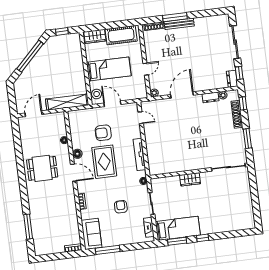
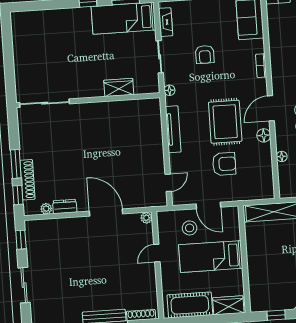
sliding door: (235, 42) -> (24, 285), width x0.73
dresser: (232, 79) -> (32, 232), removed
stool: (97, 94) -> (190, 228), moved
door: (182, 95) -> (106, 213), swing flipped
door: (141, 118) -> (168, 183), swing flipped
window: (247, 139) -> (16, 164), moved
door: (74, 173) -> (271, 108), hinge flipped
wardrobe: (190, 179) -> (119, 87), moved

